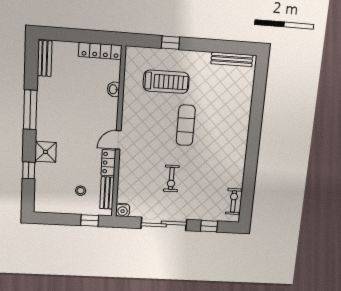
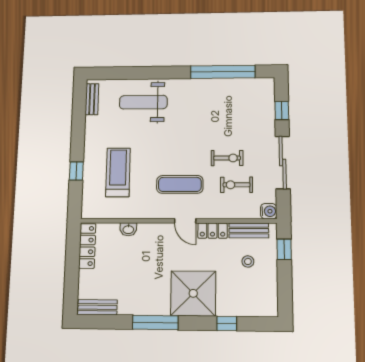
bench: (232, 59) -> (92, 99), width x0.73
weight bench: (229, 108) -> (143, 102), added
exercise mat: (186, 125) -> (180, 184), moved
shower: (46, 152) -> (193, 293), width x1.86, depth x1.86
window: (249, 179) -> (223, 72), added
exercise bike: (233, 201) -> (237, 185), moved

